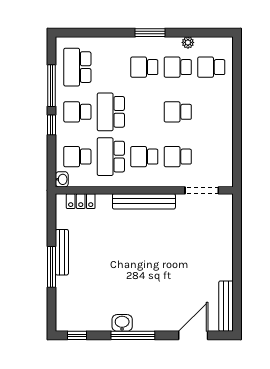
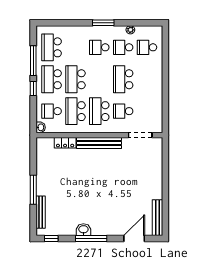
school desk: (77, 112) -> (52, 79), width x1.85
school desk: (178, 112) -> (123, 79), width x1.85
school desk: (144, 157) -> (99, 111), width x1.85
locker: (81, 201) -> (65, 143), moved
bench: (62, 252) -> (41, 212), moved

